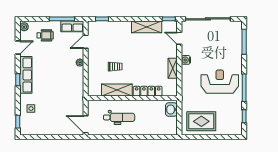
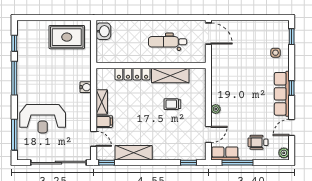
filing cabinet: (171, 52) -> (104, 122), added
water cooler: (186, 60) -> (86, 87), moved
reception desk: (220, 82) -> (43, 119), moved
washbasin: (171, 110) -> (103, 31), moved

